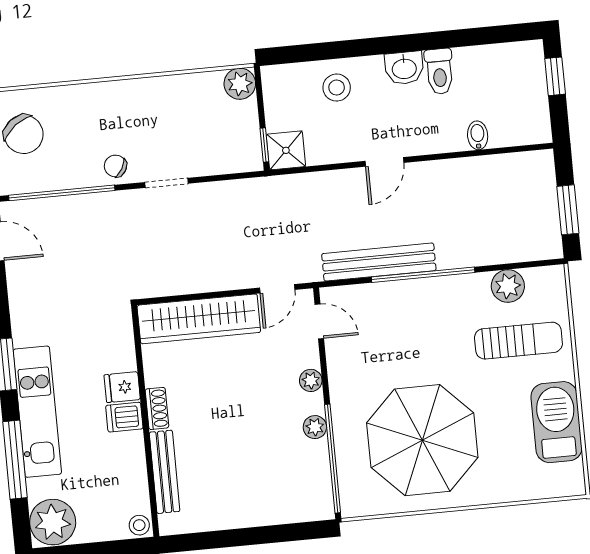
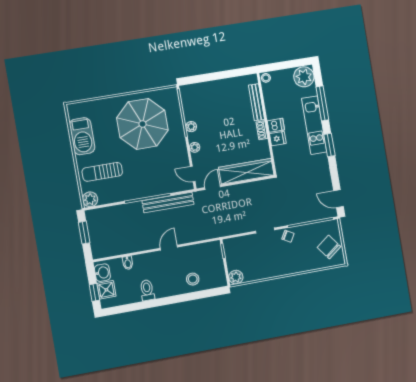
washbasin: (404, 68) -> (102, 273), moved, turned 90
shower: (286, 150) -> (106, 290), moved
plant: (508, 286) -> (90, 199), moved

